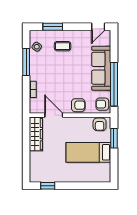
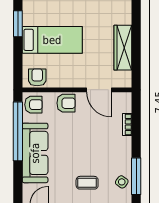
window: (26, 62) -> (136, 176), moved
armchair: (78, 105) -> (66, 103), turned 180
wardrobe: (36, 134) -> (123, 48), moved
window: (114, 138) -> (18, 24), moved

